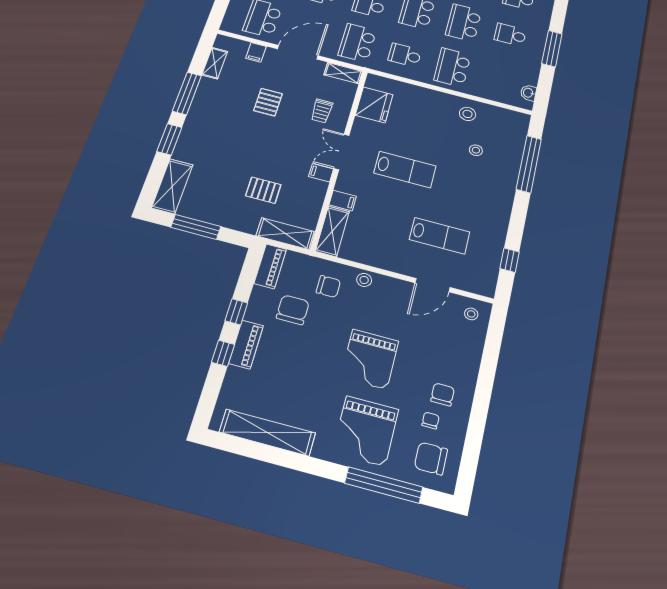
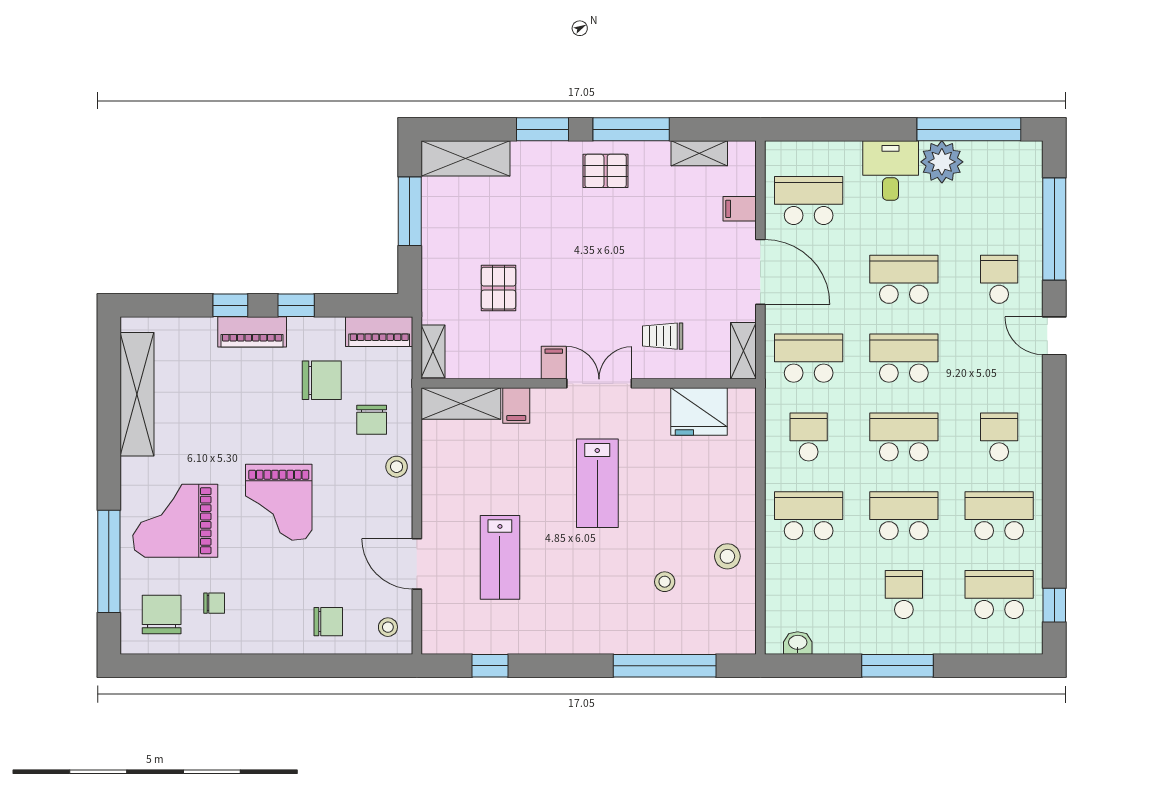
pallet: (268, 102) -> (606, 171), moved
shelving: (285, 234) -> (433, 351), width x0.67, depth x0.75
grand piano: (370, 359) -> (279, 502), turned -90
chair: (443, 394) -> (328, 622), moved

